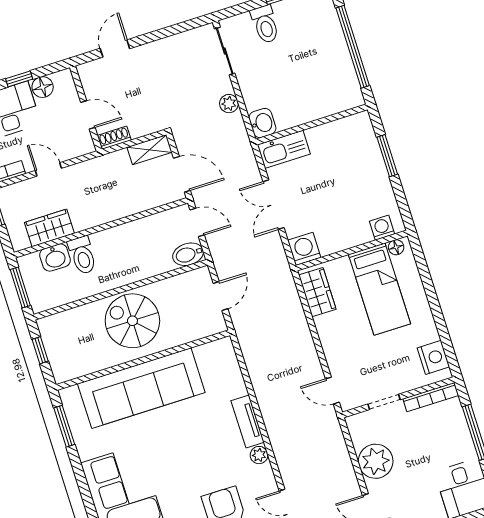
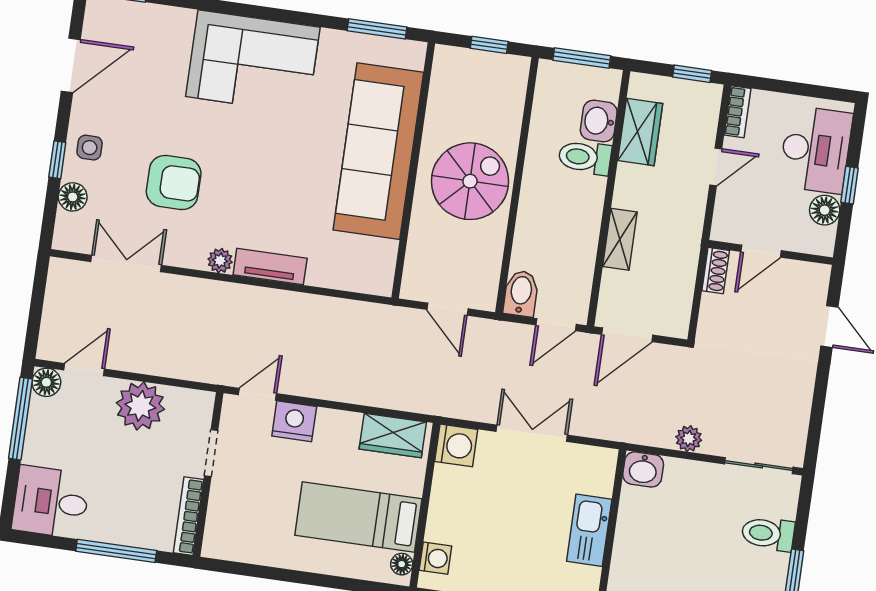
kitchen sink: (284, 149) -> (589, 530), moved
shelving: (150, 150) -> (620, 239), moved
nightstand: (433, 357) -> (294, 421), moved, turned 180

